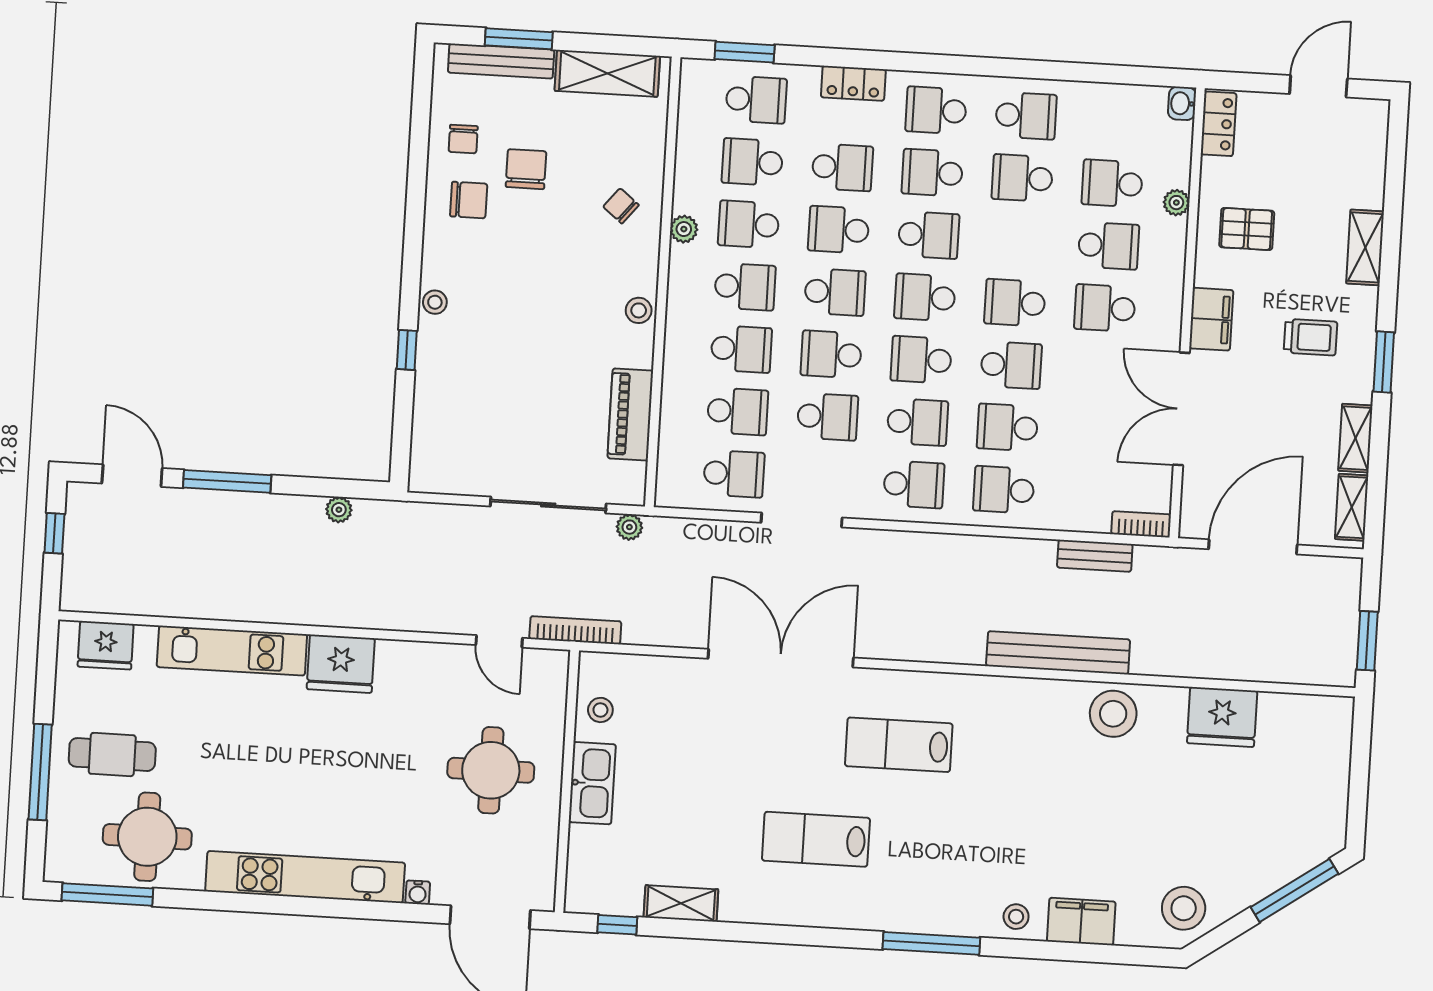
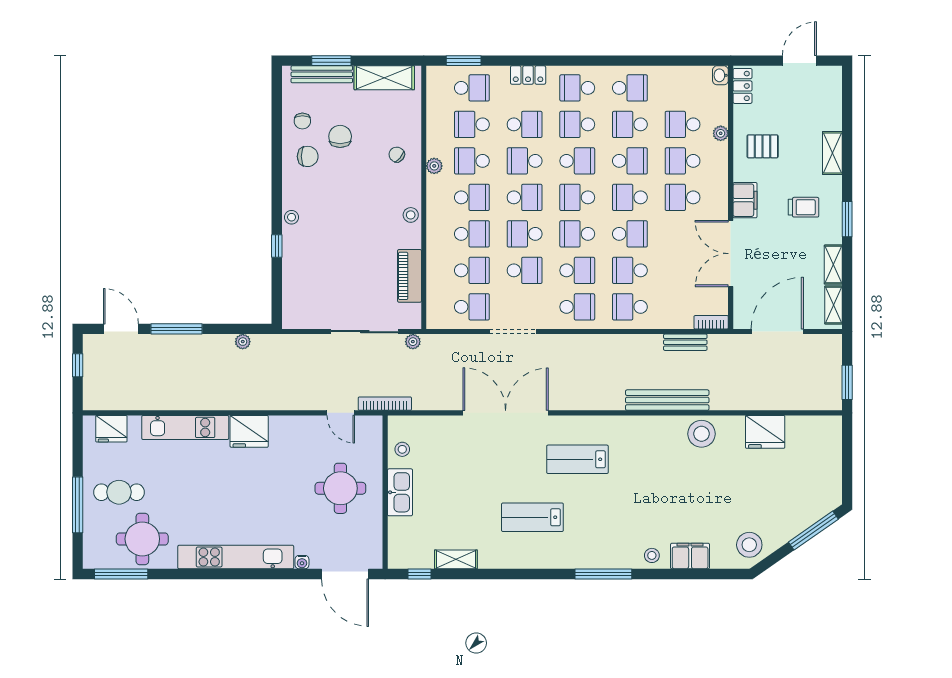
school desk: (1019, 240) -> (630, 161), added
school desk: (1109, 246) -> (683, 161), turned 180

